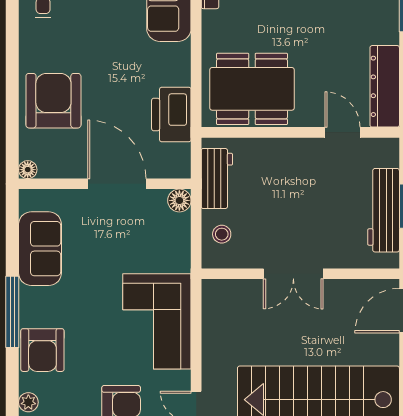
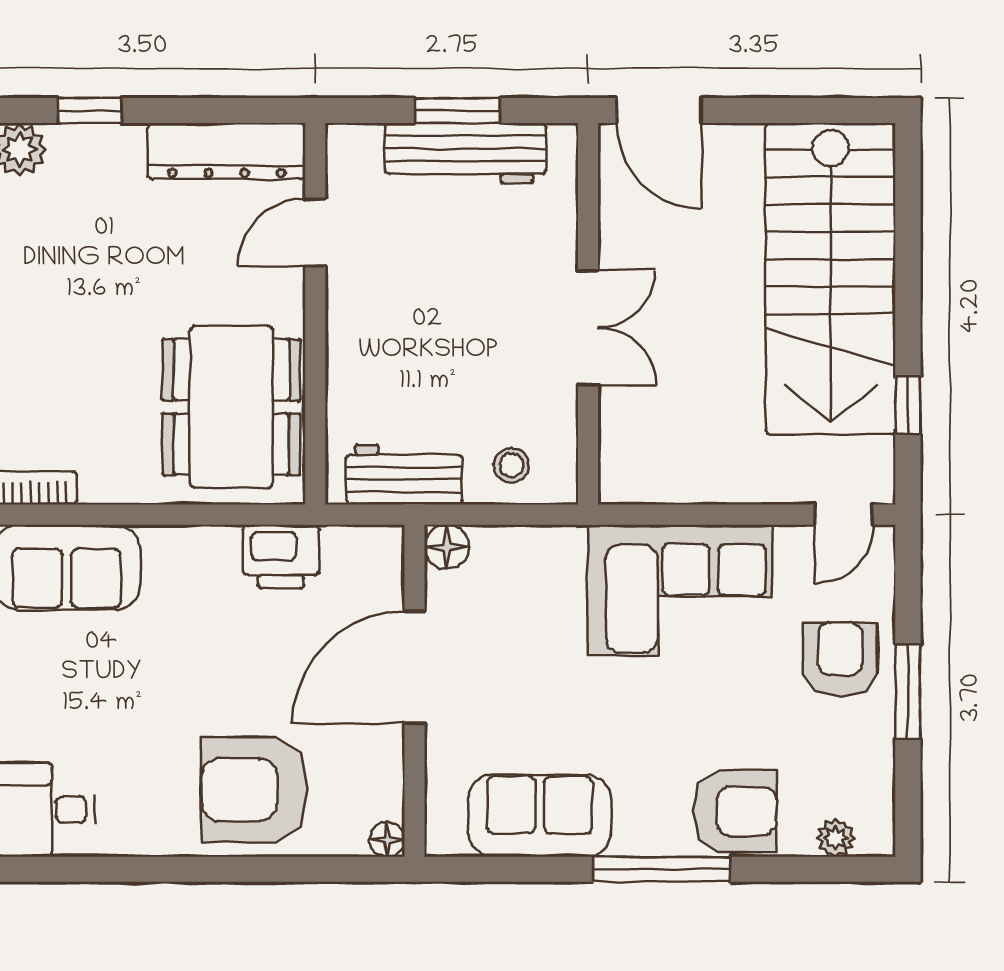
printer: (171, 115) -> (281, 556), width x0.73, depth x0.84

